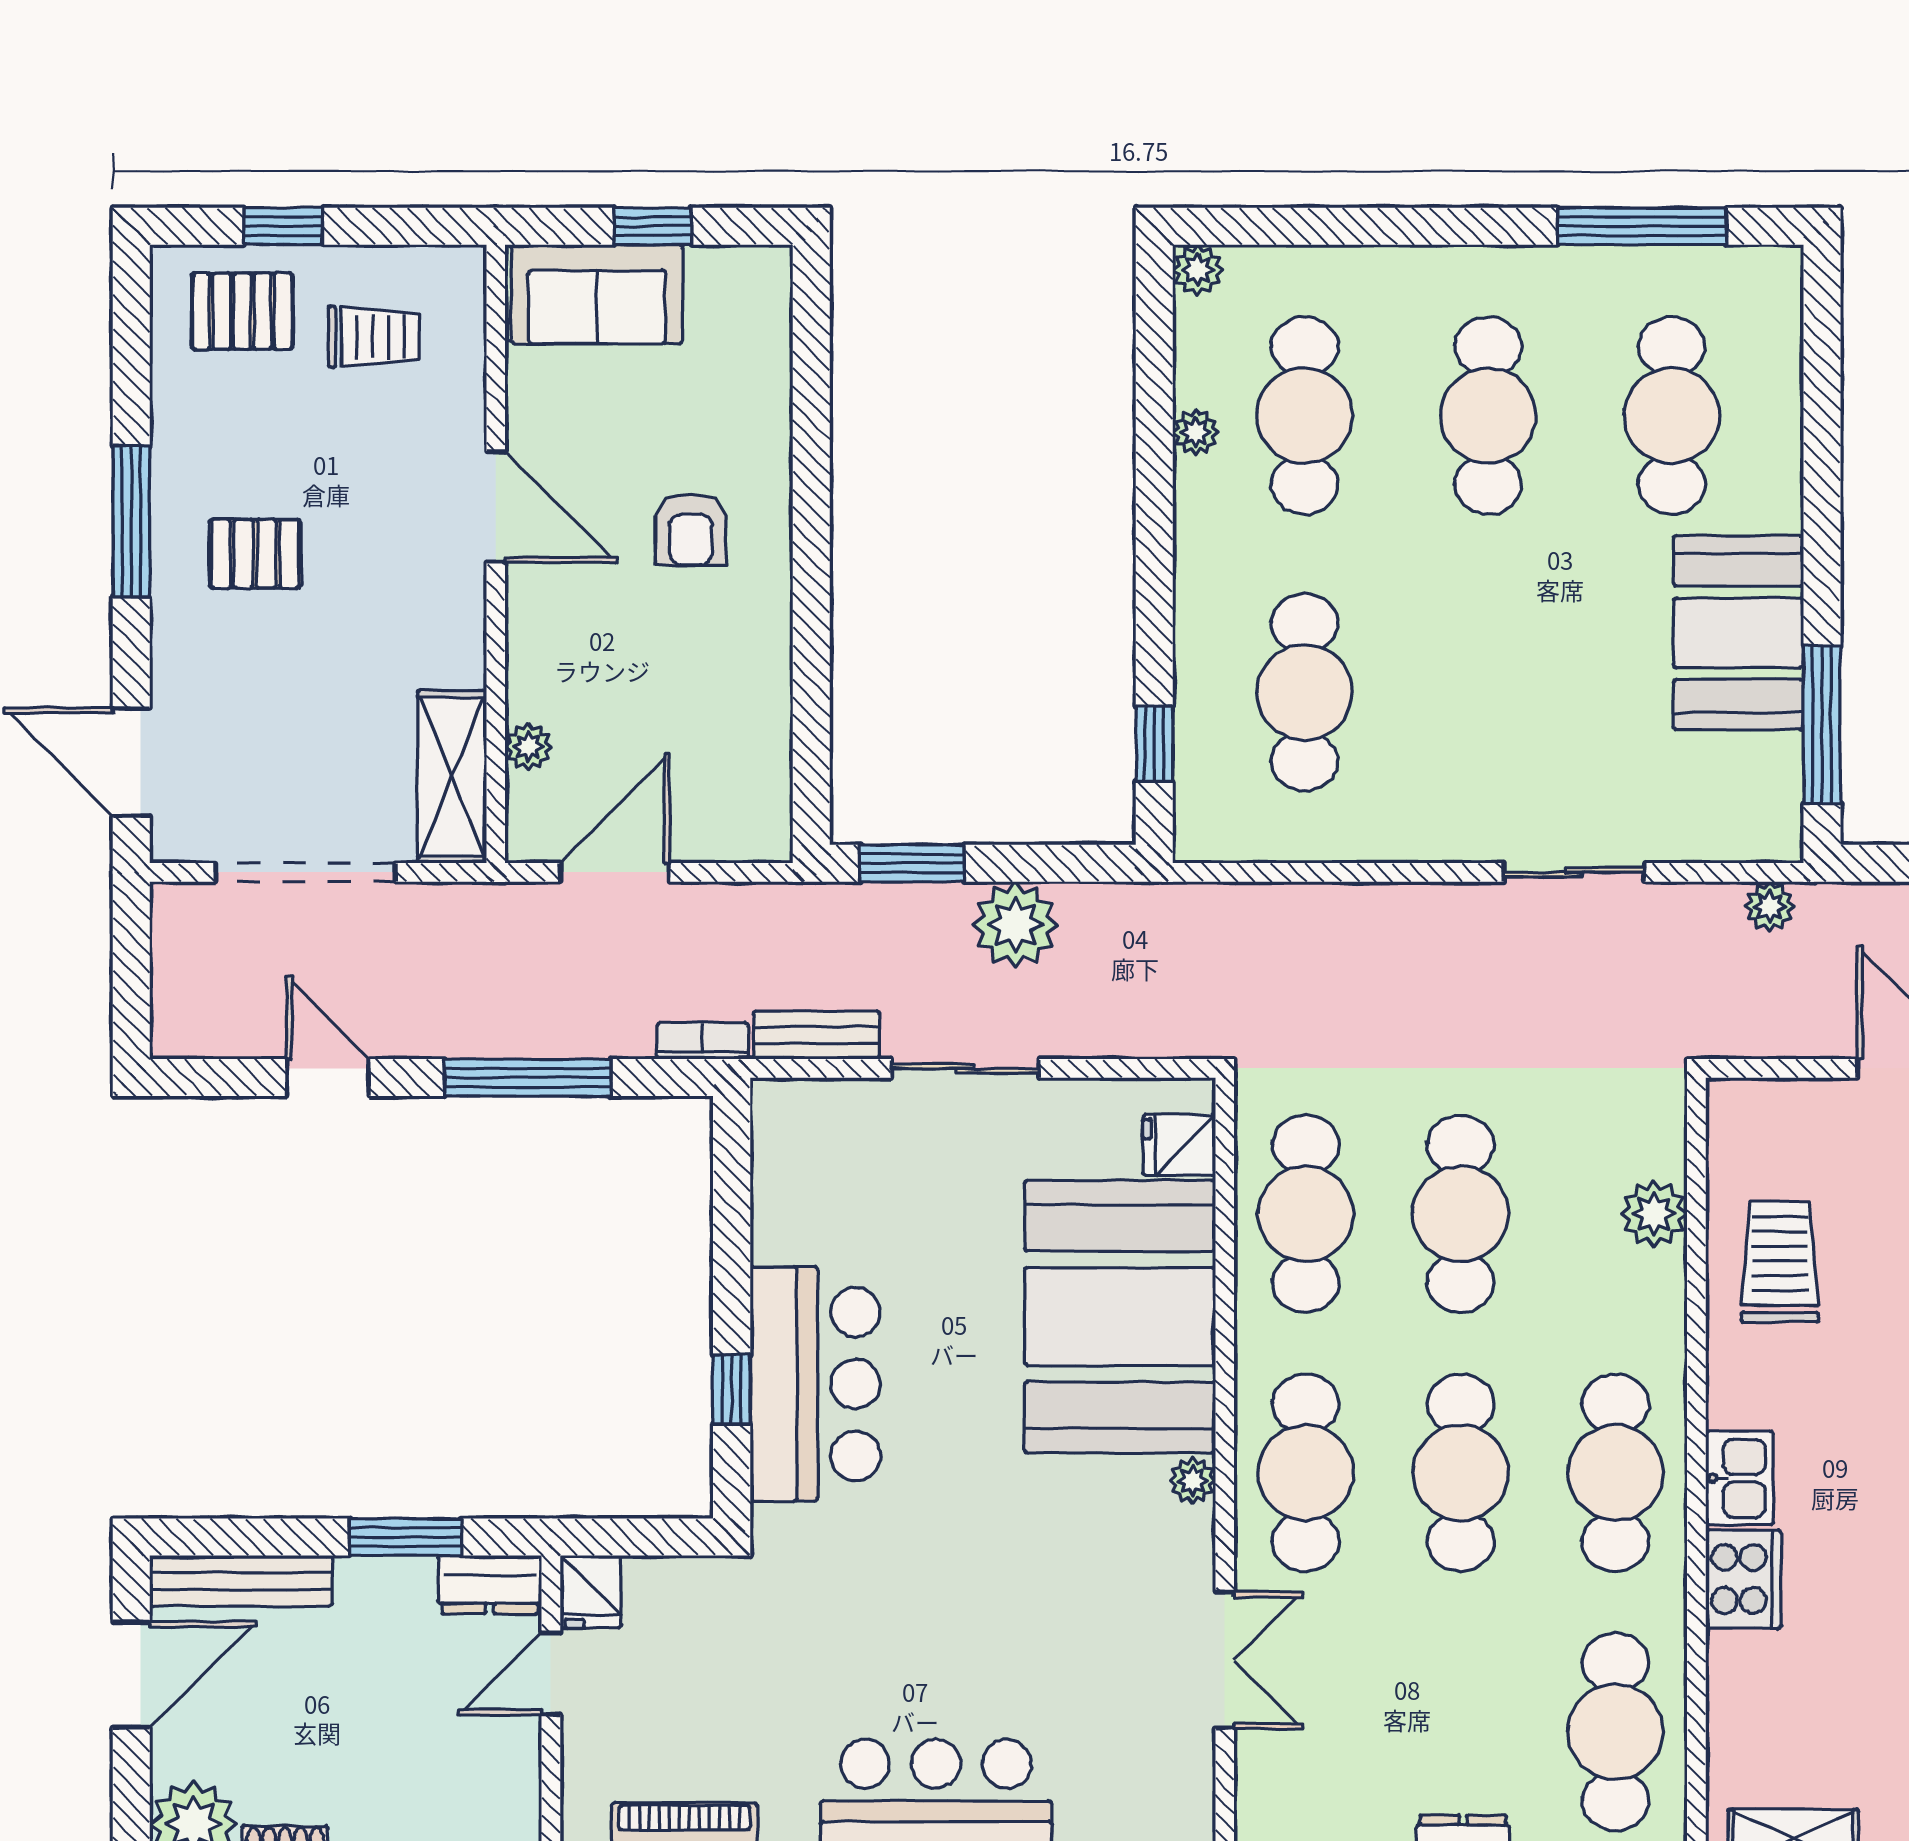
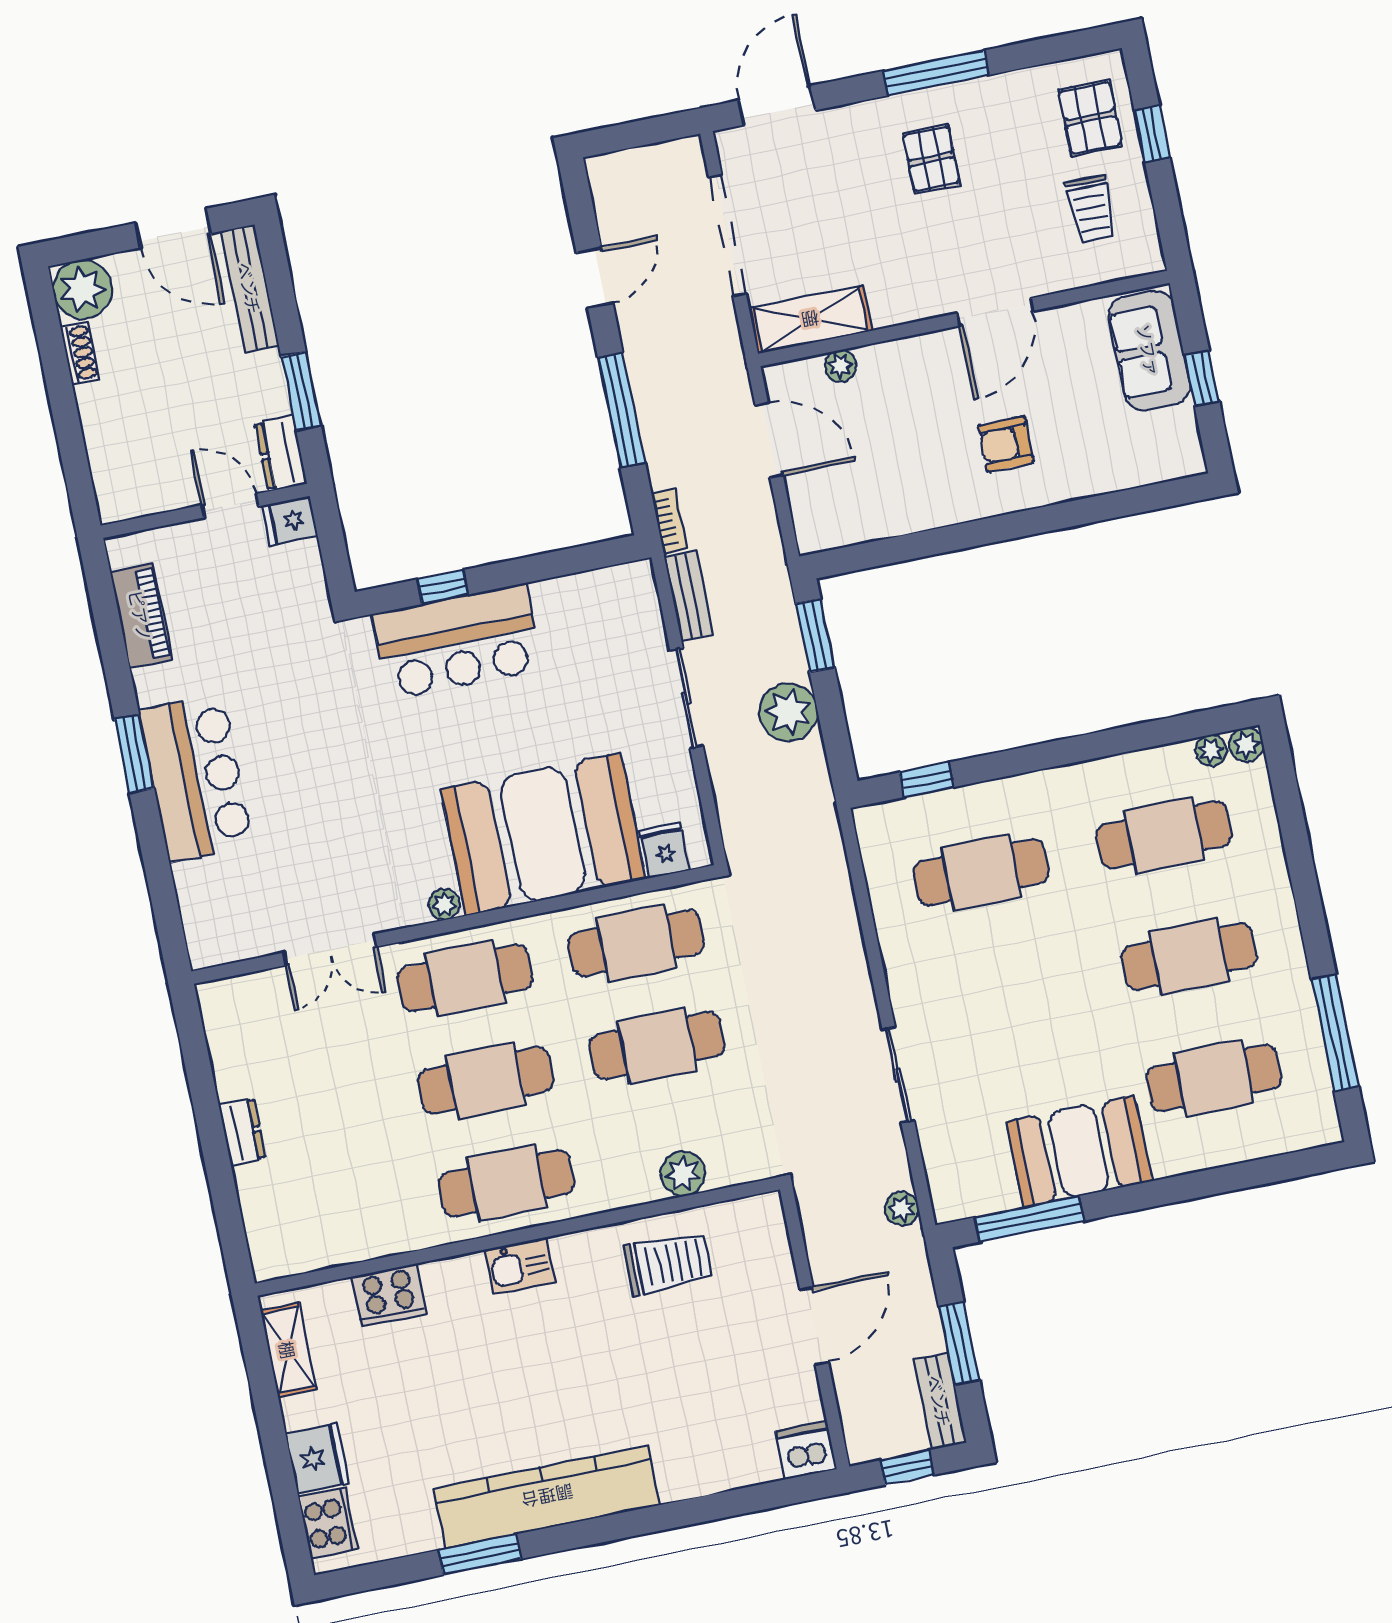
plant: (1196, 432) -> (1211, 750), moved
cooker: (1743, 1579) -> (389, 1295), moved
cafe table: (1615, 1732) -> (335, 1218), removed

